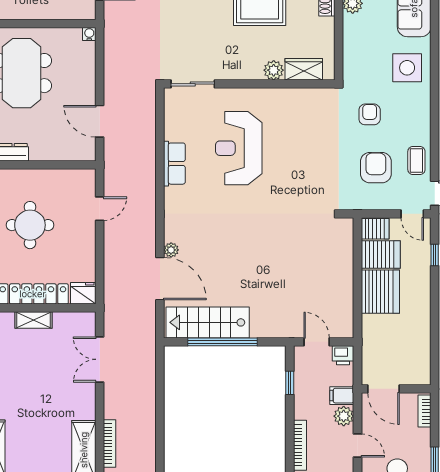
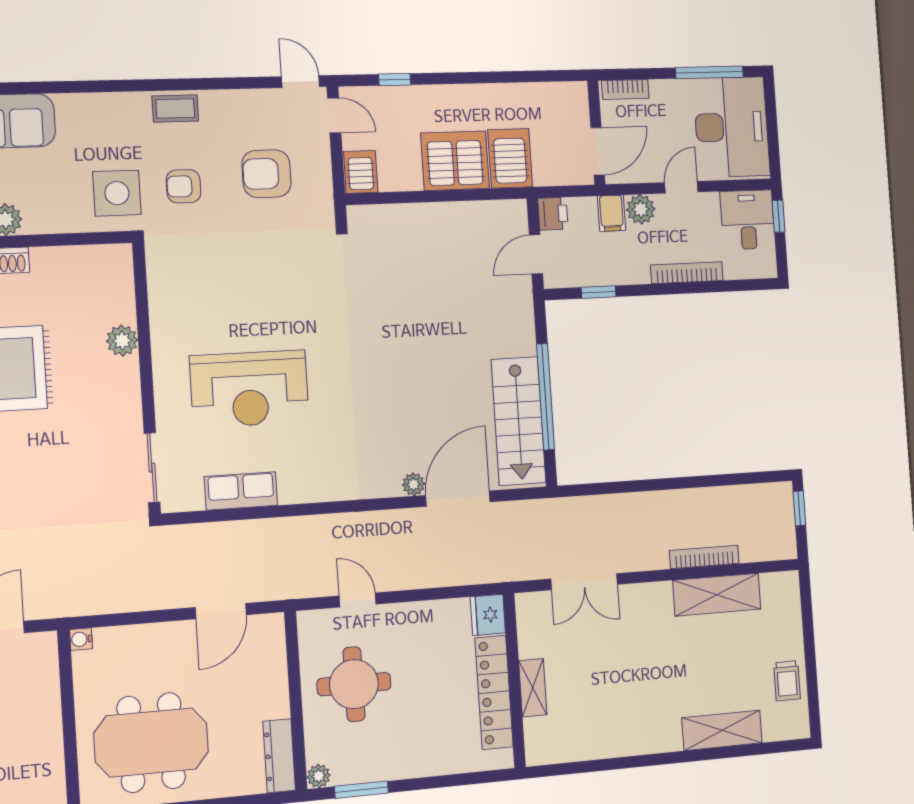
side table: (407, 68) -> (117, 193), moved
wardrobe: (304, 69) -> (118, 293), removed
coffee table: (416, 161) -> (175, 108), moved
row of seats: (174, 164) -> (241, 491), moved
door: (412, 214) -> (334, 115), hinge flipped
round table: (30, 225) -> (354, 684), moved
server rack: (381, 254) -> (510, 158), moved

